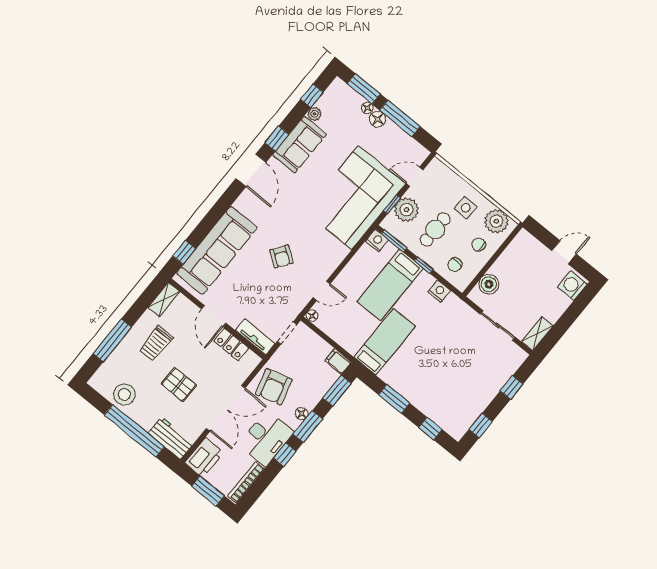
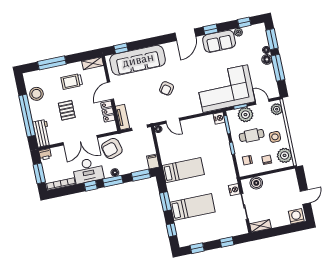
plant: (440, 172) -> (277, 109), added
door: (564, 252) -> (305, 197), hinge flipped
bed: (390, 285) -> (193, 207), moved, turned 180
nightstand: (439, 291) -> (234, 190), moved
printer: (204, 458) -> (45, 154), width x0.53, depth x0.68

